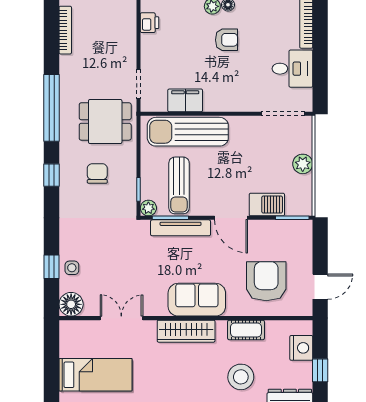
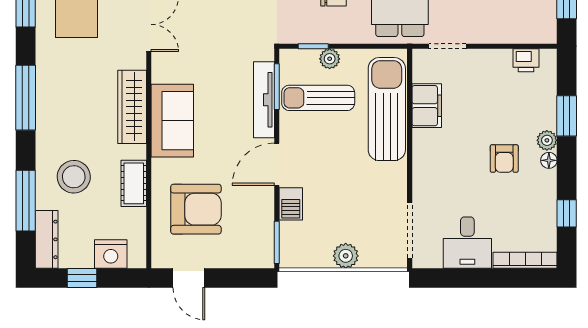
barbecue: (267, 205) -> (291, 204), width x0.73, depth x0.79
plant: (148, 208) -> (330, 59), moved

